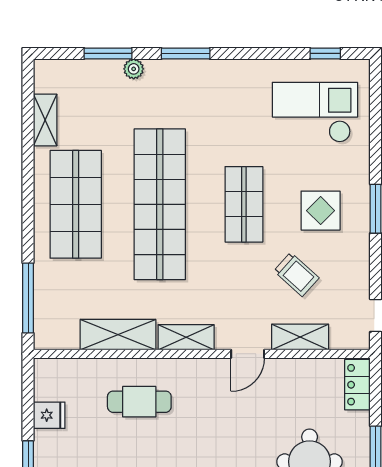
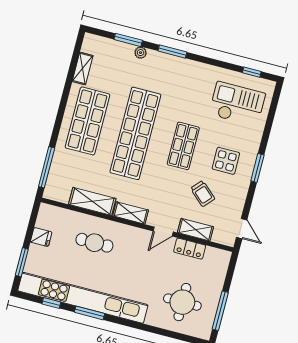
locker: (357, 385) -> (190, 249), moved, turned -90

